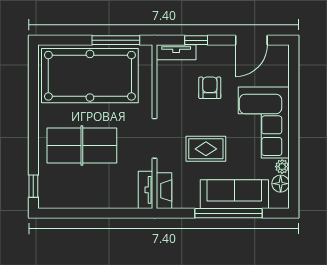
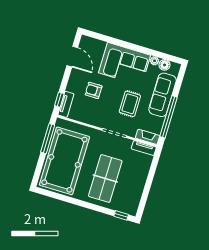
window: (196, 40) -> (59, 100), moved
window: (229, 213) -> (168, 117), moved

